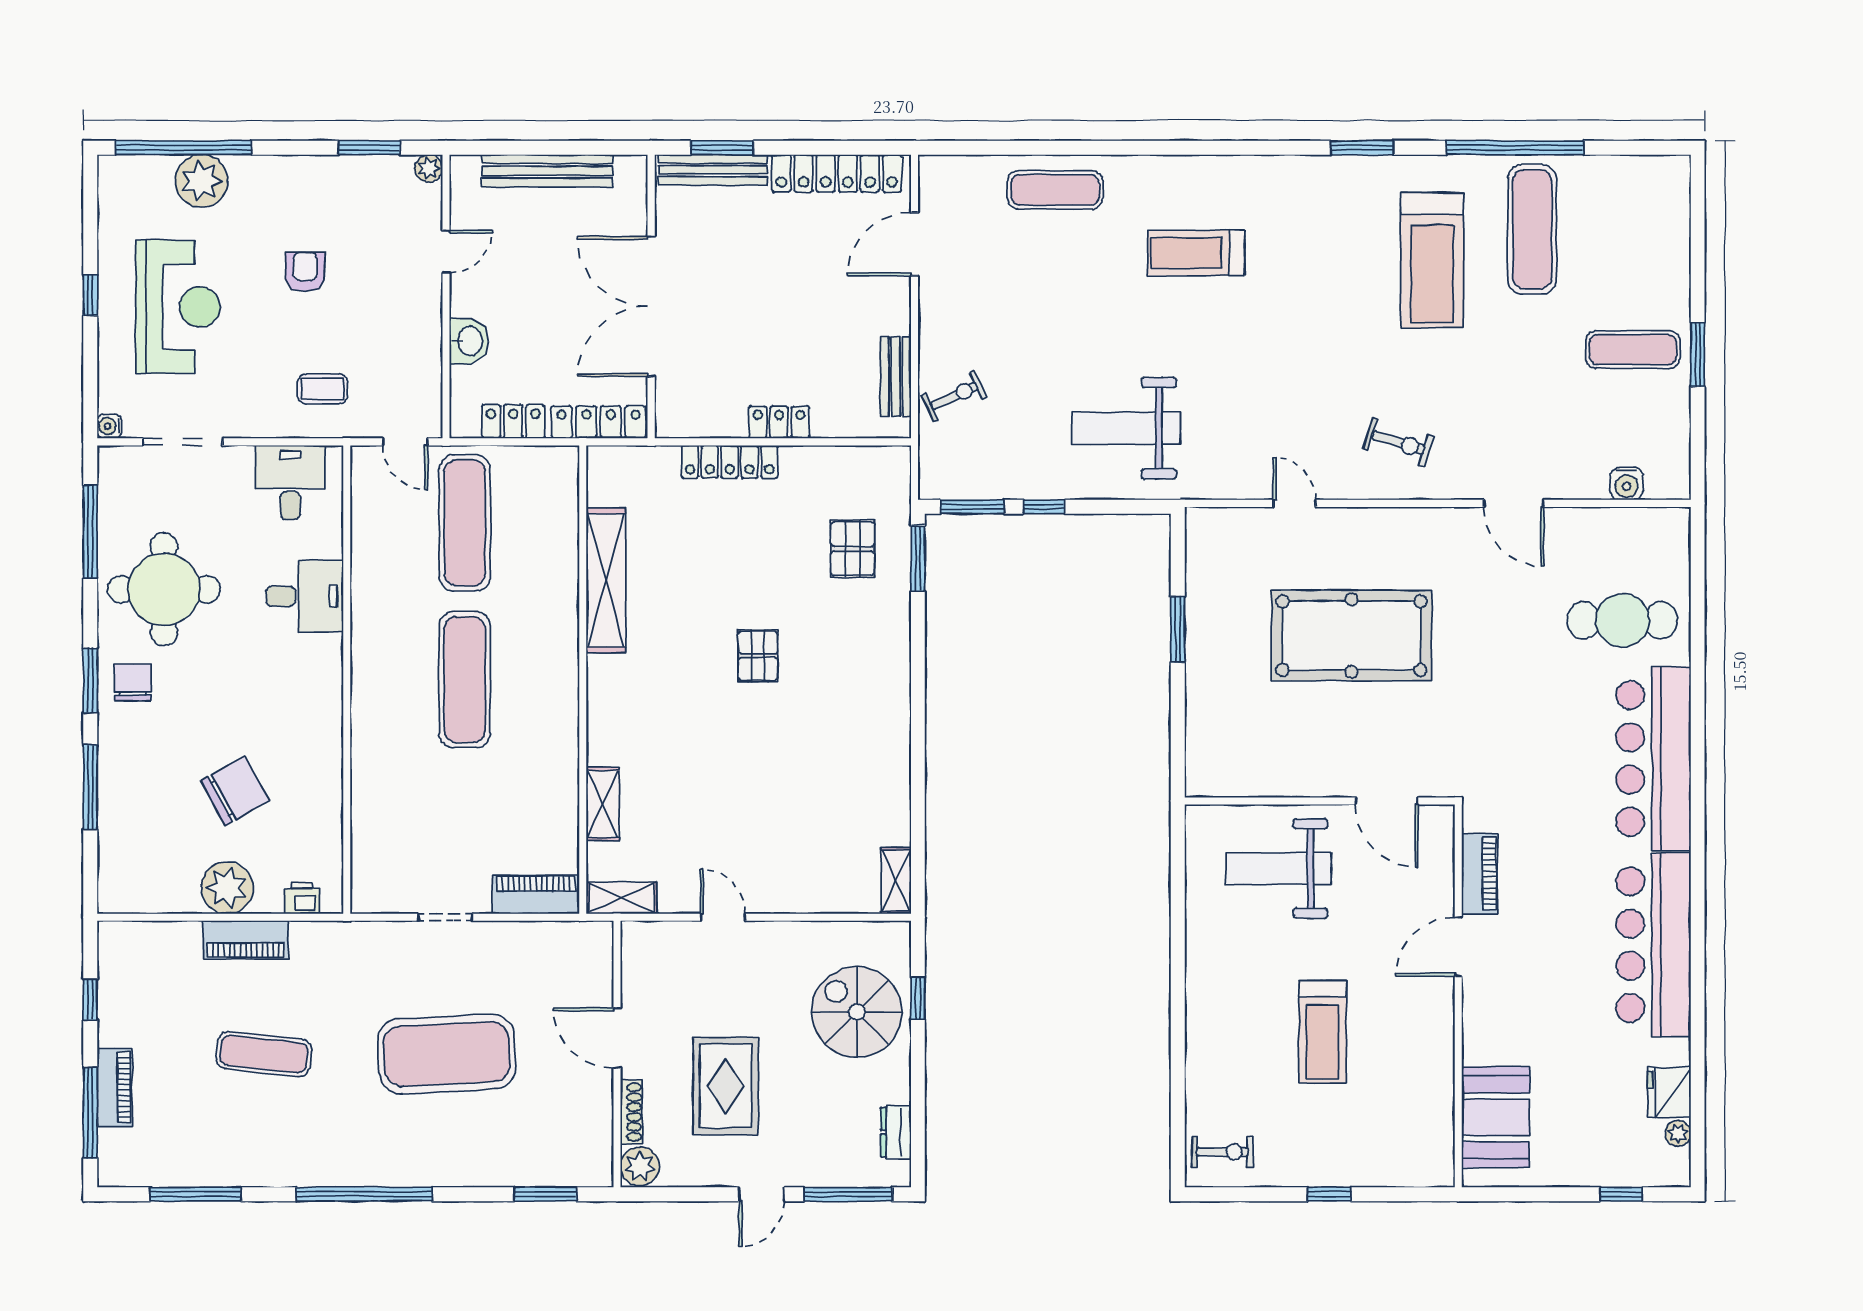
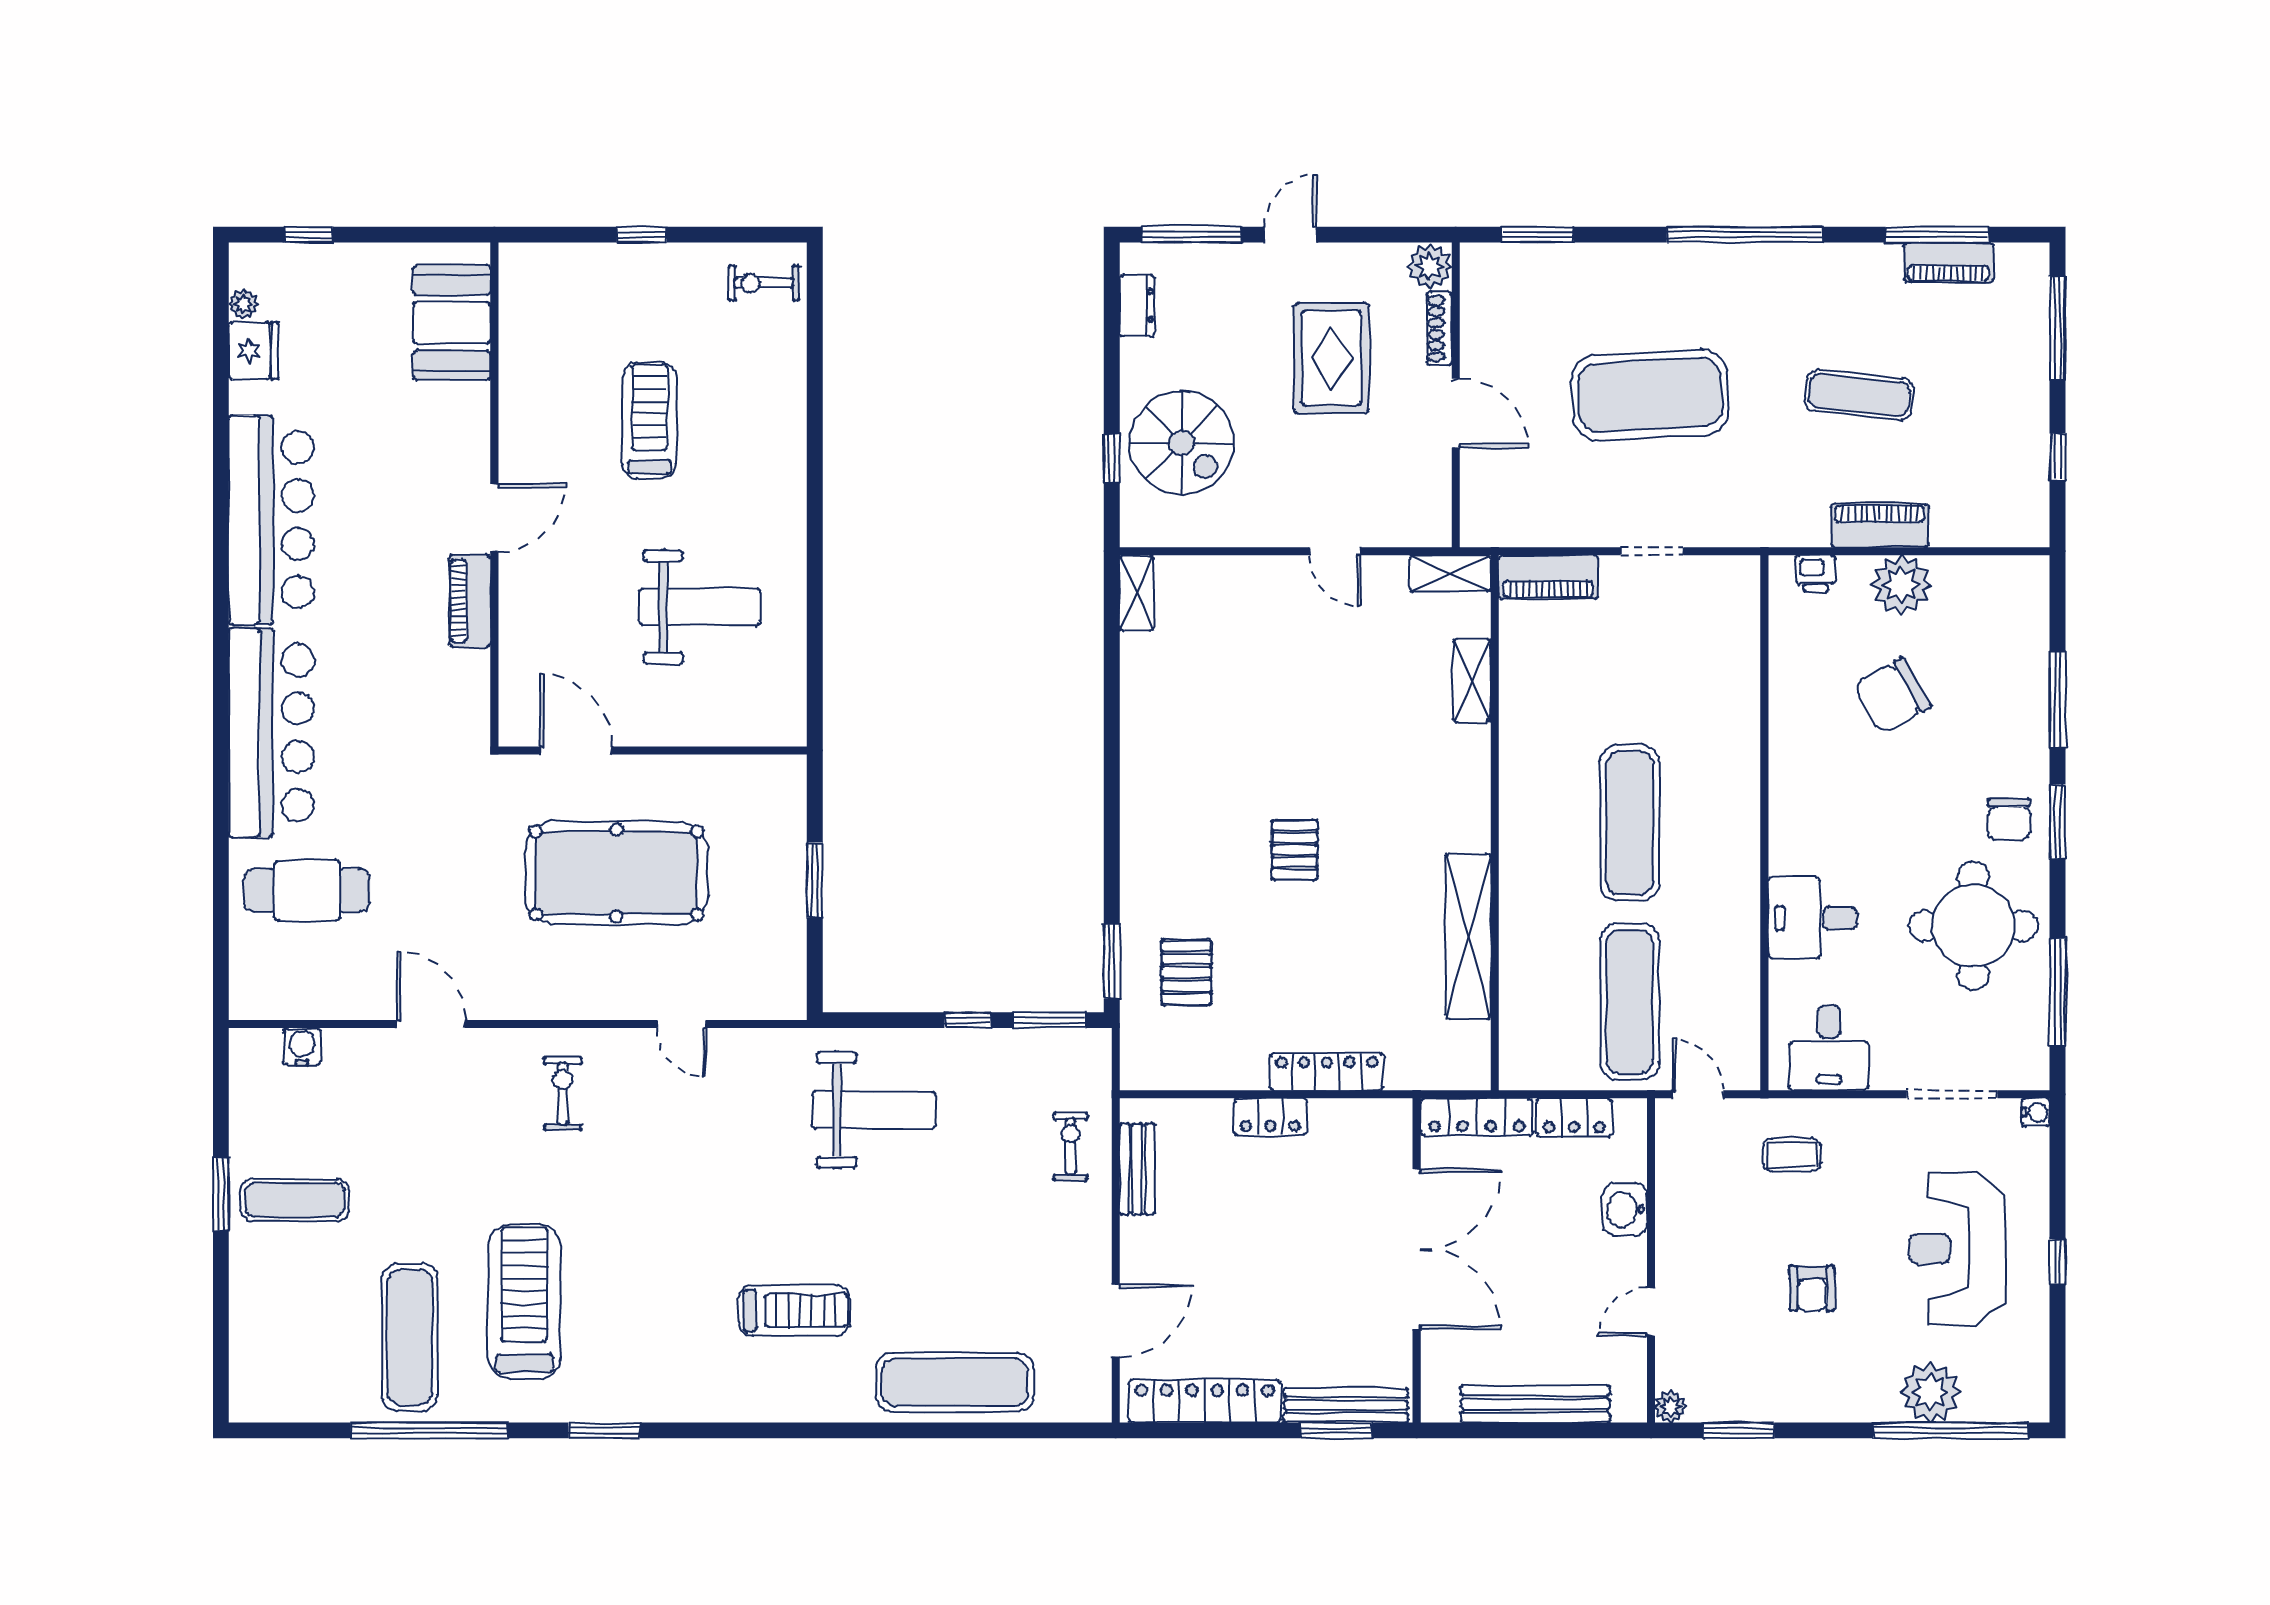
exercise mat: (1055, 190) -> (955, 1382), width x1.36, depth x1.45
exercise bike: (954, 396) -> (1070, 1147), turned 115
exercise bike: (1398, 443) -> (563, 1094), turned 73
wall: (1320, 801) -> (653, 750), moved
door: (1387, 801) -> (576, 750), moved
piano: (115, 1087) -> (1948, 262), moved, turned -90

